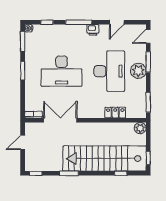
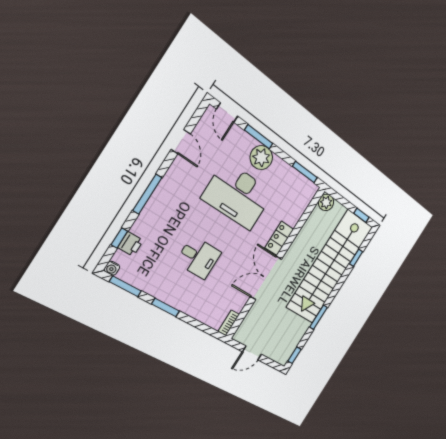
printer: (93, 30) -> (131, 244), moved
desk: (62, 71) -> (198, 257), width x0.53, depth x0.77
desk: (109, 71) -> (238, 196), turned 180
locker: (115, 113) -> (279, 238), moved
double door: (60, 120) -> (266, 278), moved
door: (23, 142) -> (252, 353), hinge flipped

